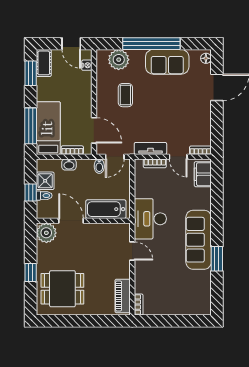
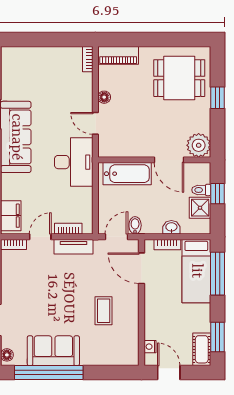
window: (151, 44) -> (49, 373), moved
plant: (119, 60) -> (112, 353), removed
door: (178, 157) -> (40, 237), hinge flipped
floor lamp: (125, 273) -> (104, 97), added
piano: (123, 296) -> (118, 55), moved, turned 90

